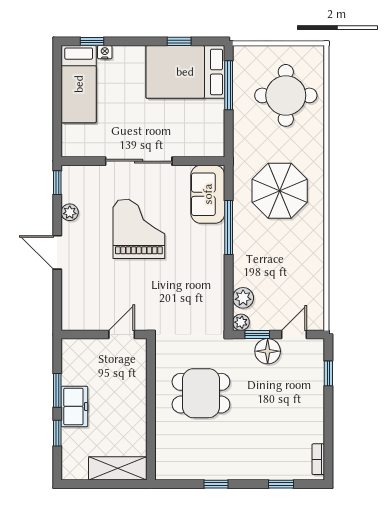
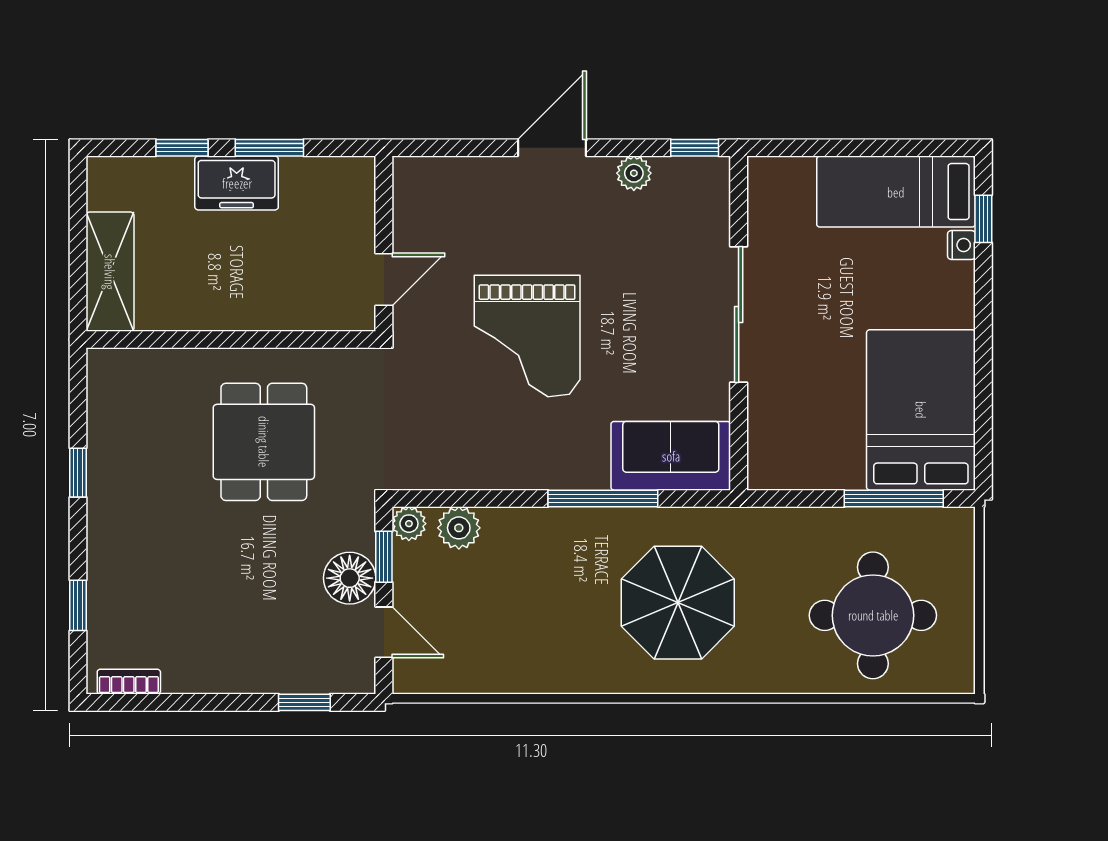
window: (179, 41) -> (983, 397), removed
grand piano: (139, 229) -> (527, 336), moved, turned 90
door: (122, 335) -> (384, 279), hinge flipped

